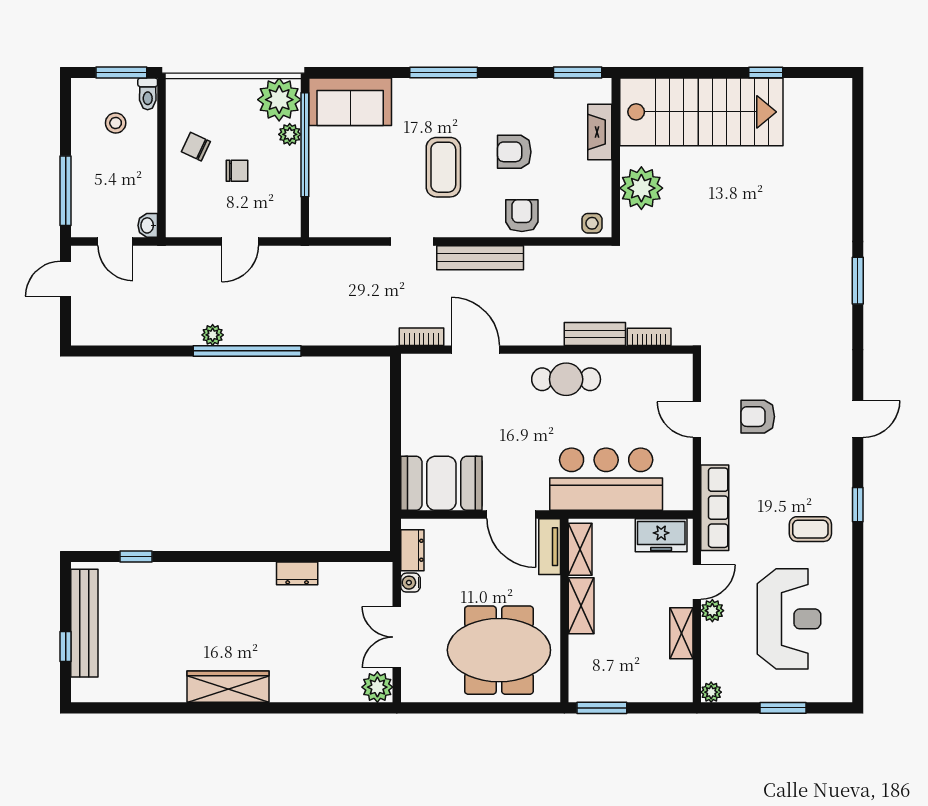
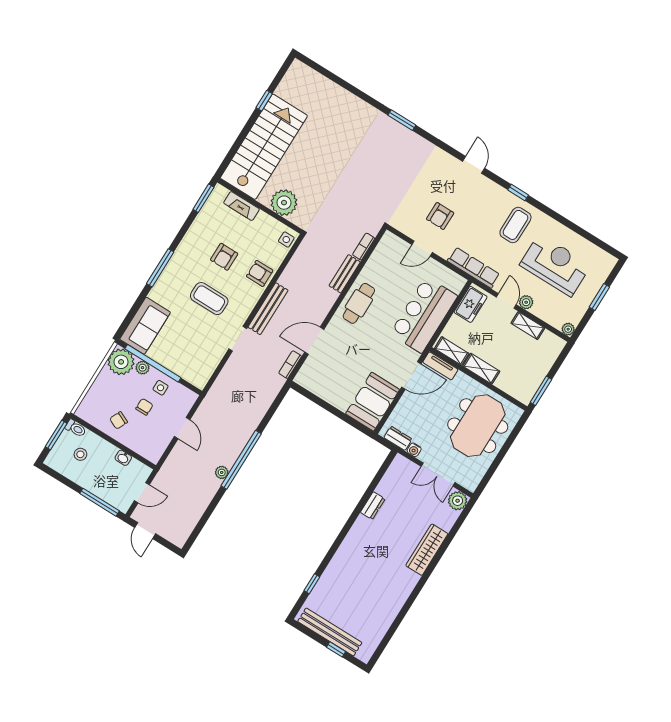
side table: (277, 177) -> (161, 388), added
washbasin: (148, 225) -> (123, 458), moved
coffee table: (810, 529) -> (515, 225), width x1.36, depth x1.30
wardrobe: (228, 687) -> (427, 550), moved

